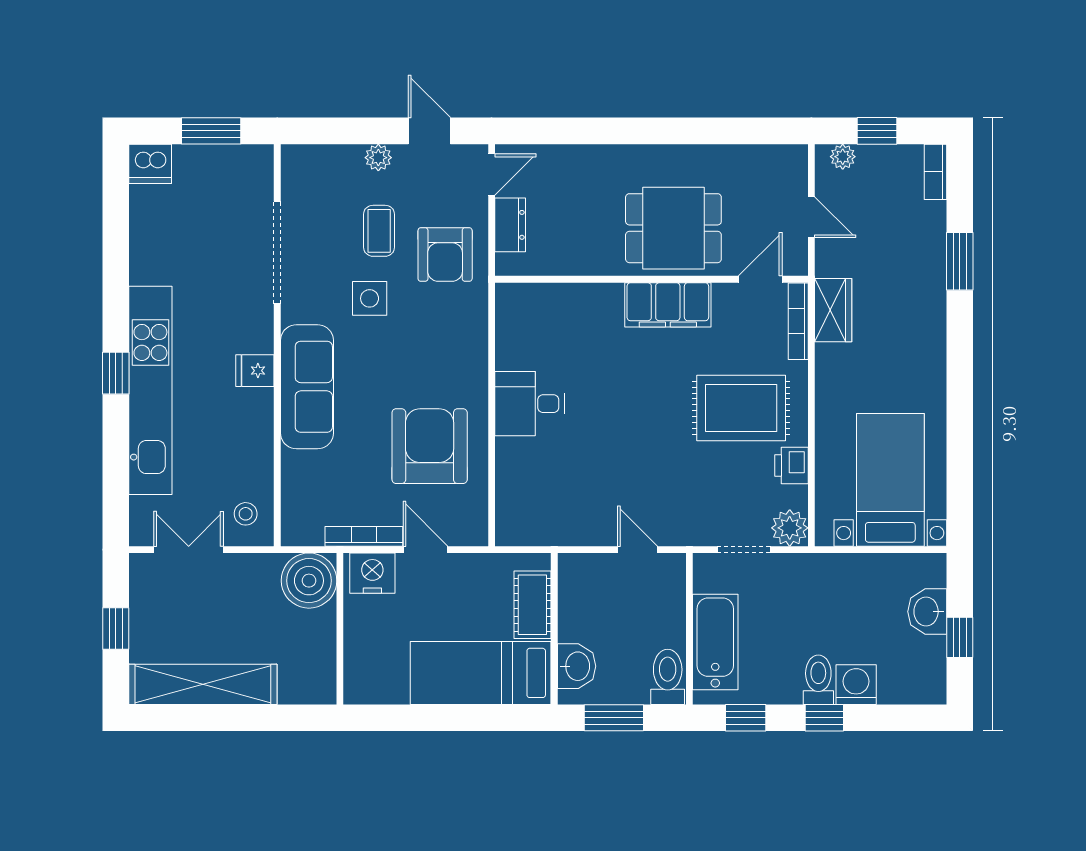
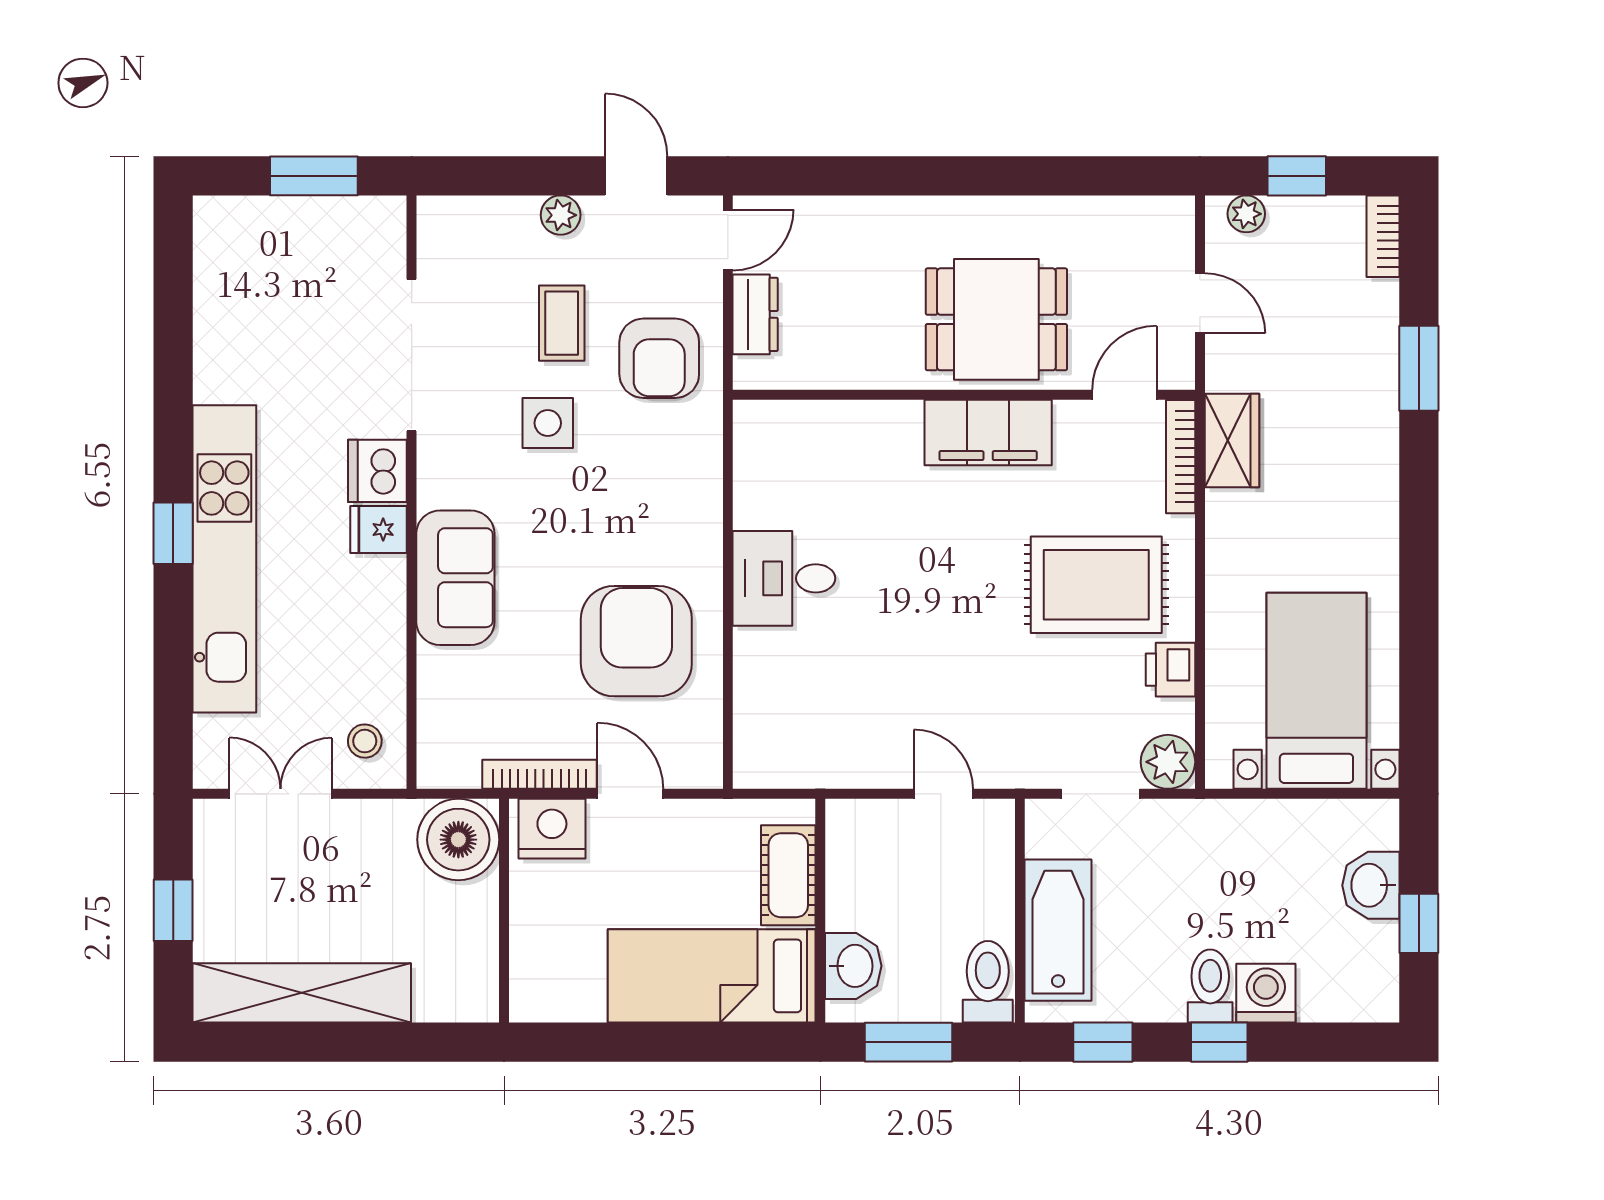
dishwasher: (150, 164) -> (377, 471), moved, turned 90
sofa: (307, 387) -> (455, 578), width x0.73

